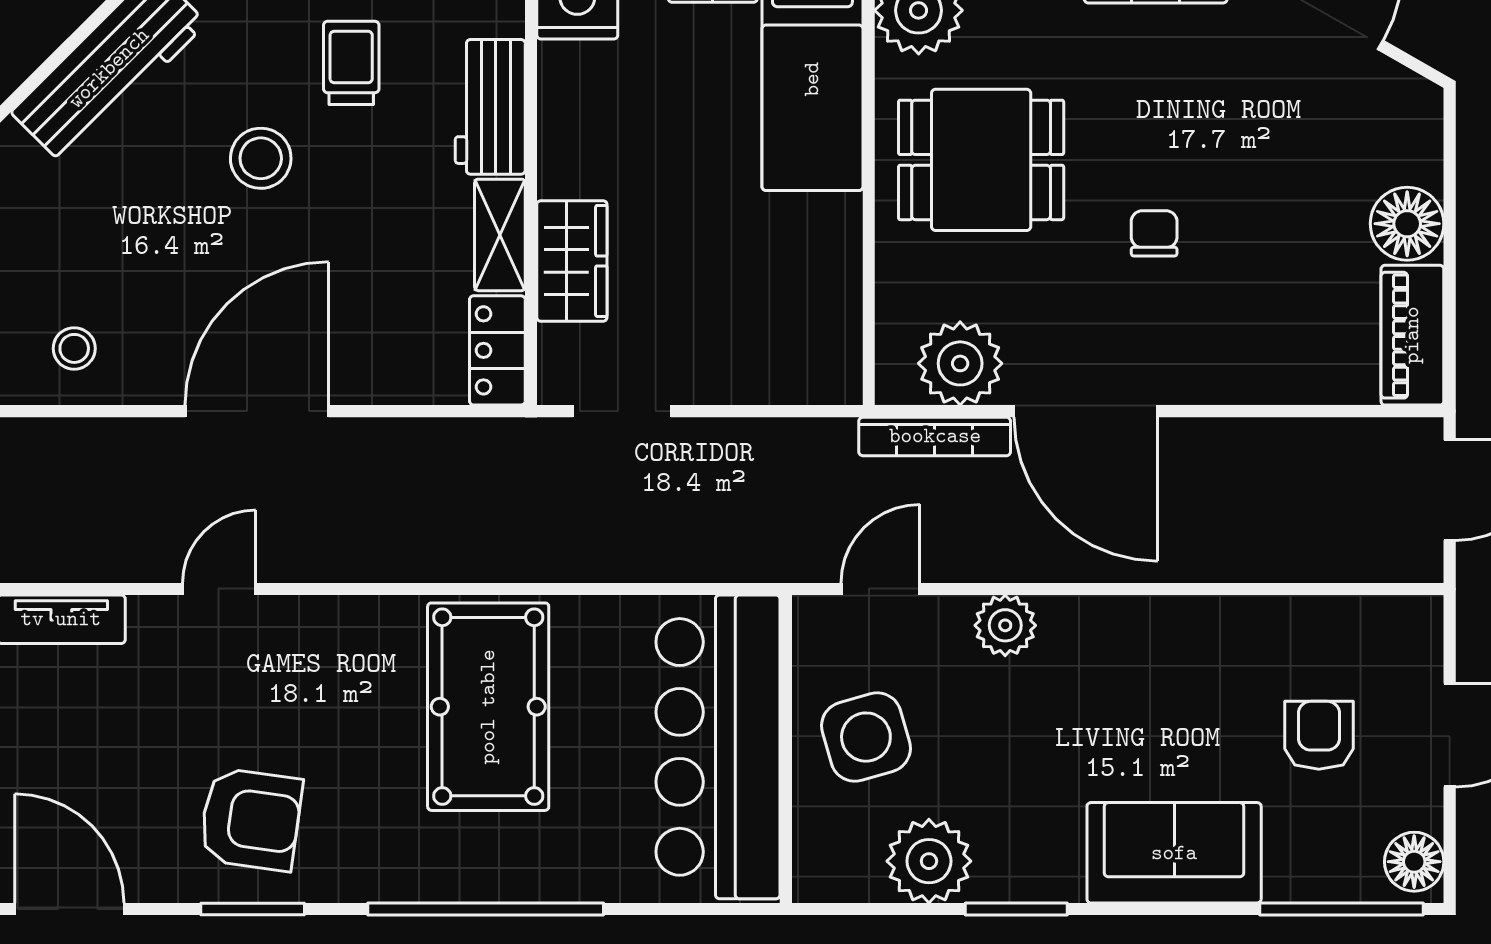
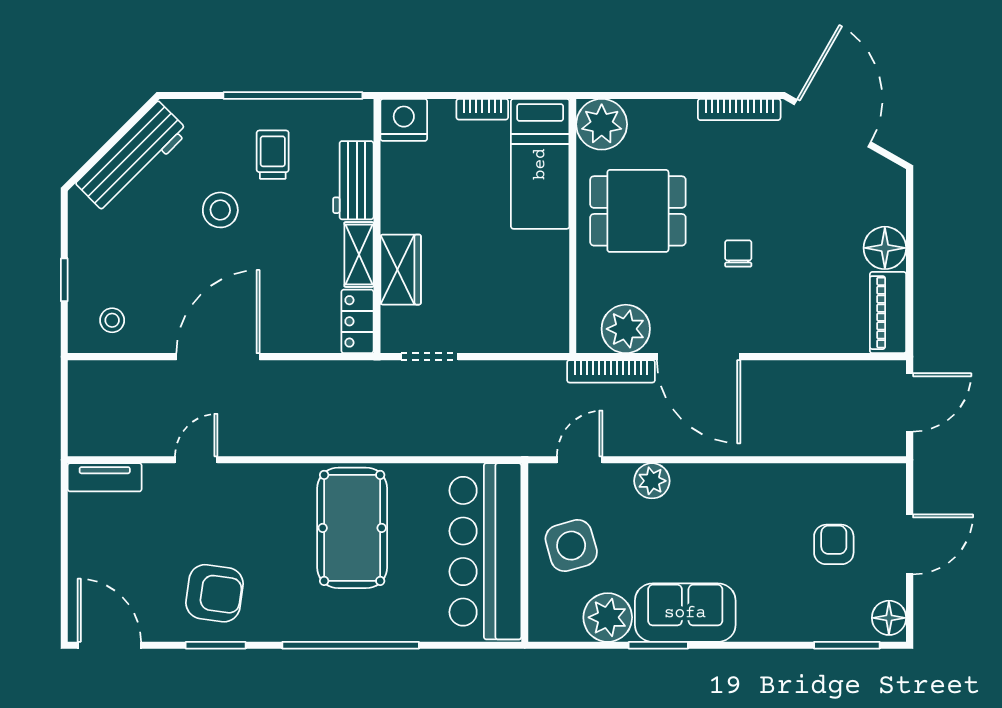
sofa: (1174, 853) -> (685, 613), moved
window: (1342, 909) -> (847, 645), width x0.69

